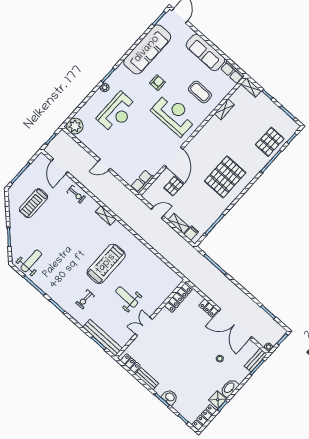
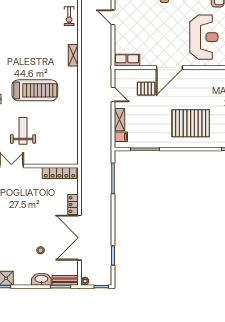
washbasin: (229, 388) -> (41, 279), moved

